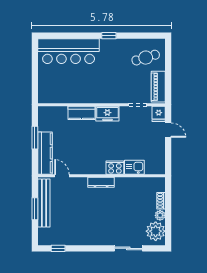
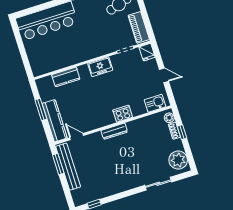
kitchen counter: (81, 113) -> (66, 77), moved
door: (168, 130) -> (164, 75), moved
kitchen sink: (134, 167) -> (155, 103), moved
window: (168, 204) -> (182, 132), added
window: (35, 209) -> (58, 164), moved
plant: (160, 215) -> (169, 118), moved

